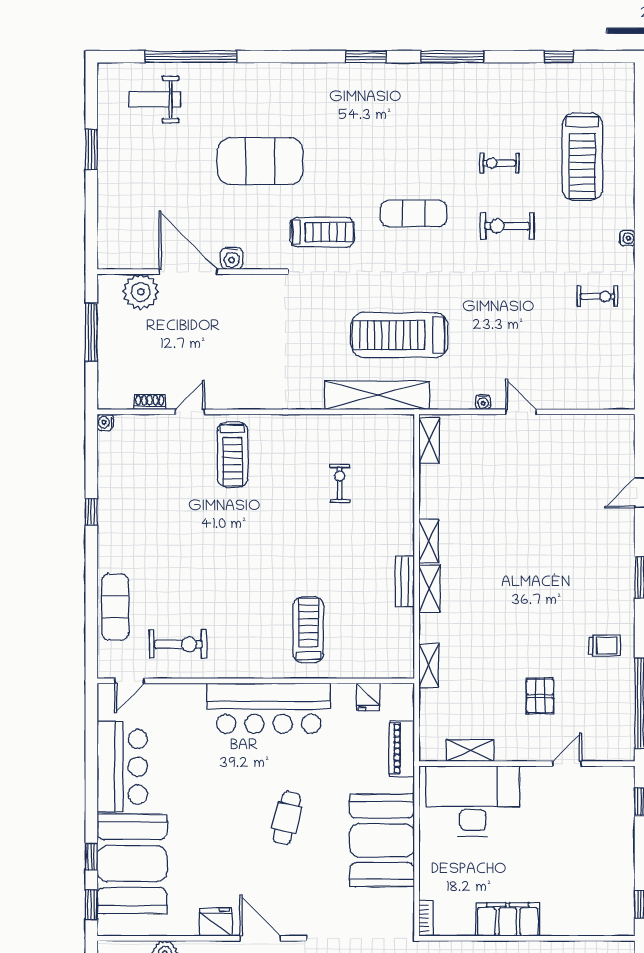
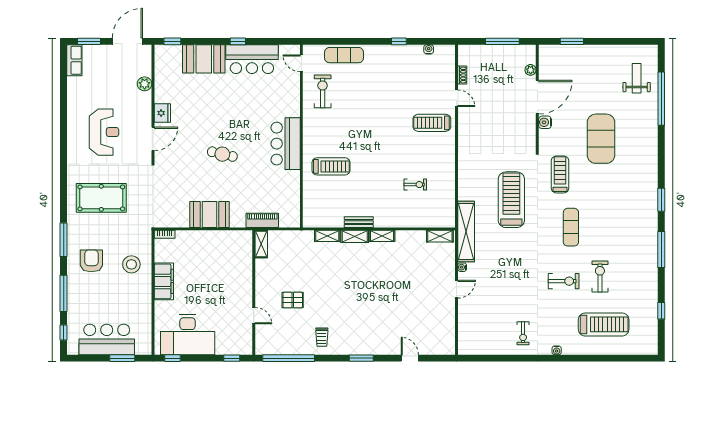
window: (91, 149) -> (572, 41), moved
treadmill: (582, 157) -> (604, 324), turned 180
exercise bike: (499, 163) -> (600, 276), width x1.38, depth x1.39
exercise bike: (507, 226) -> (564, 281), turned 90
treadmill: (322, 232) -> (560, 174), turned 180
plant: (141, 292) -> (531, 70), width x0.53, depth x0.53
treadmill: (400, 335) -> (511, 200), moved
shelving: (377, 395) -> (466, 231), moved
water cooler: (105, 422) -> (429, 49), moved
exercise bike: (178, 644) -> (323, 91), turned 180
shelving: (429, 666) -> (327, 236), moved
fridge: (368, 697) -> (292, 201), removed
bar counter: (269, 708) -> (286, 144), width x0.73
shelving: (470, 751) -> (261, 244), moved
desk: (473, 801) -> (188, 335), moved, turned 90
booth: (382, 840) -> (209, 214), width x0.73, depth x0.70
window: (91, 856) -> (238, 41), moved
booth: (132, 864) -> (204, 59), width x0.73, depth x0.70

